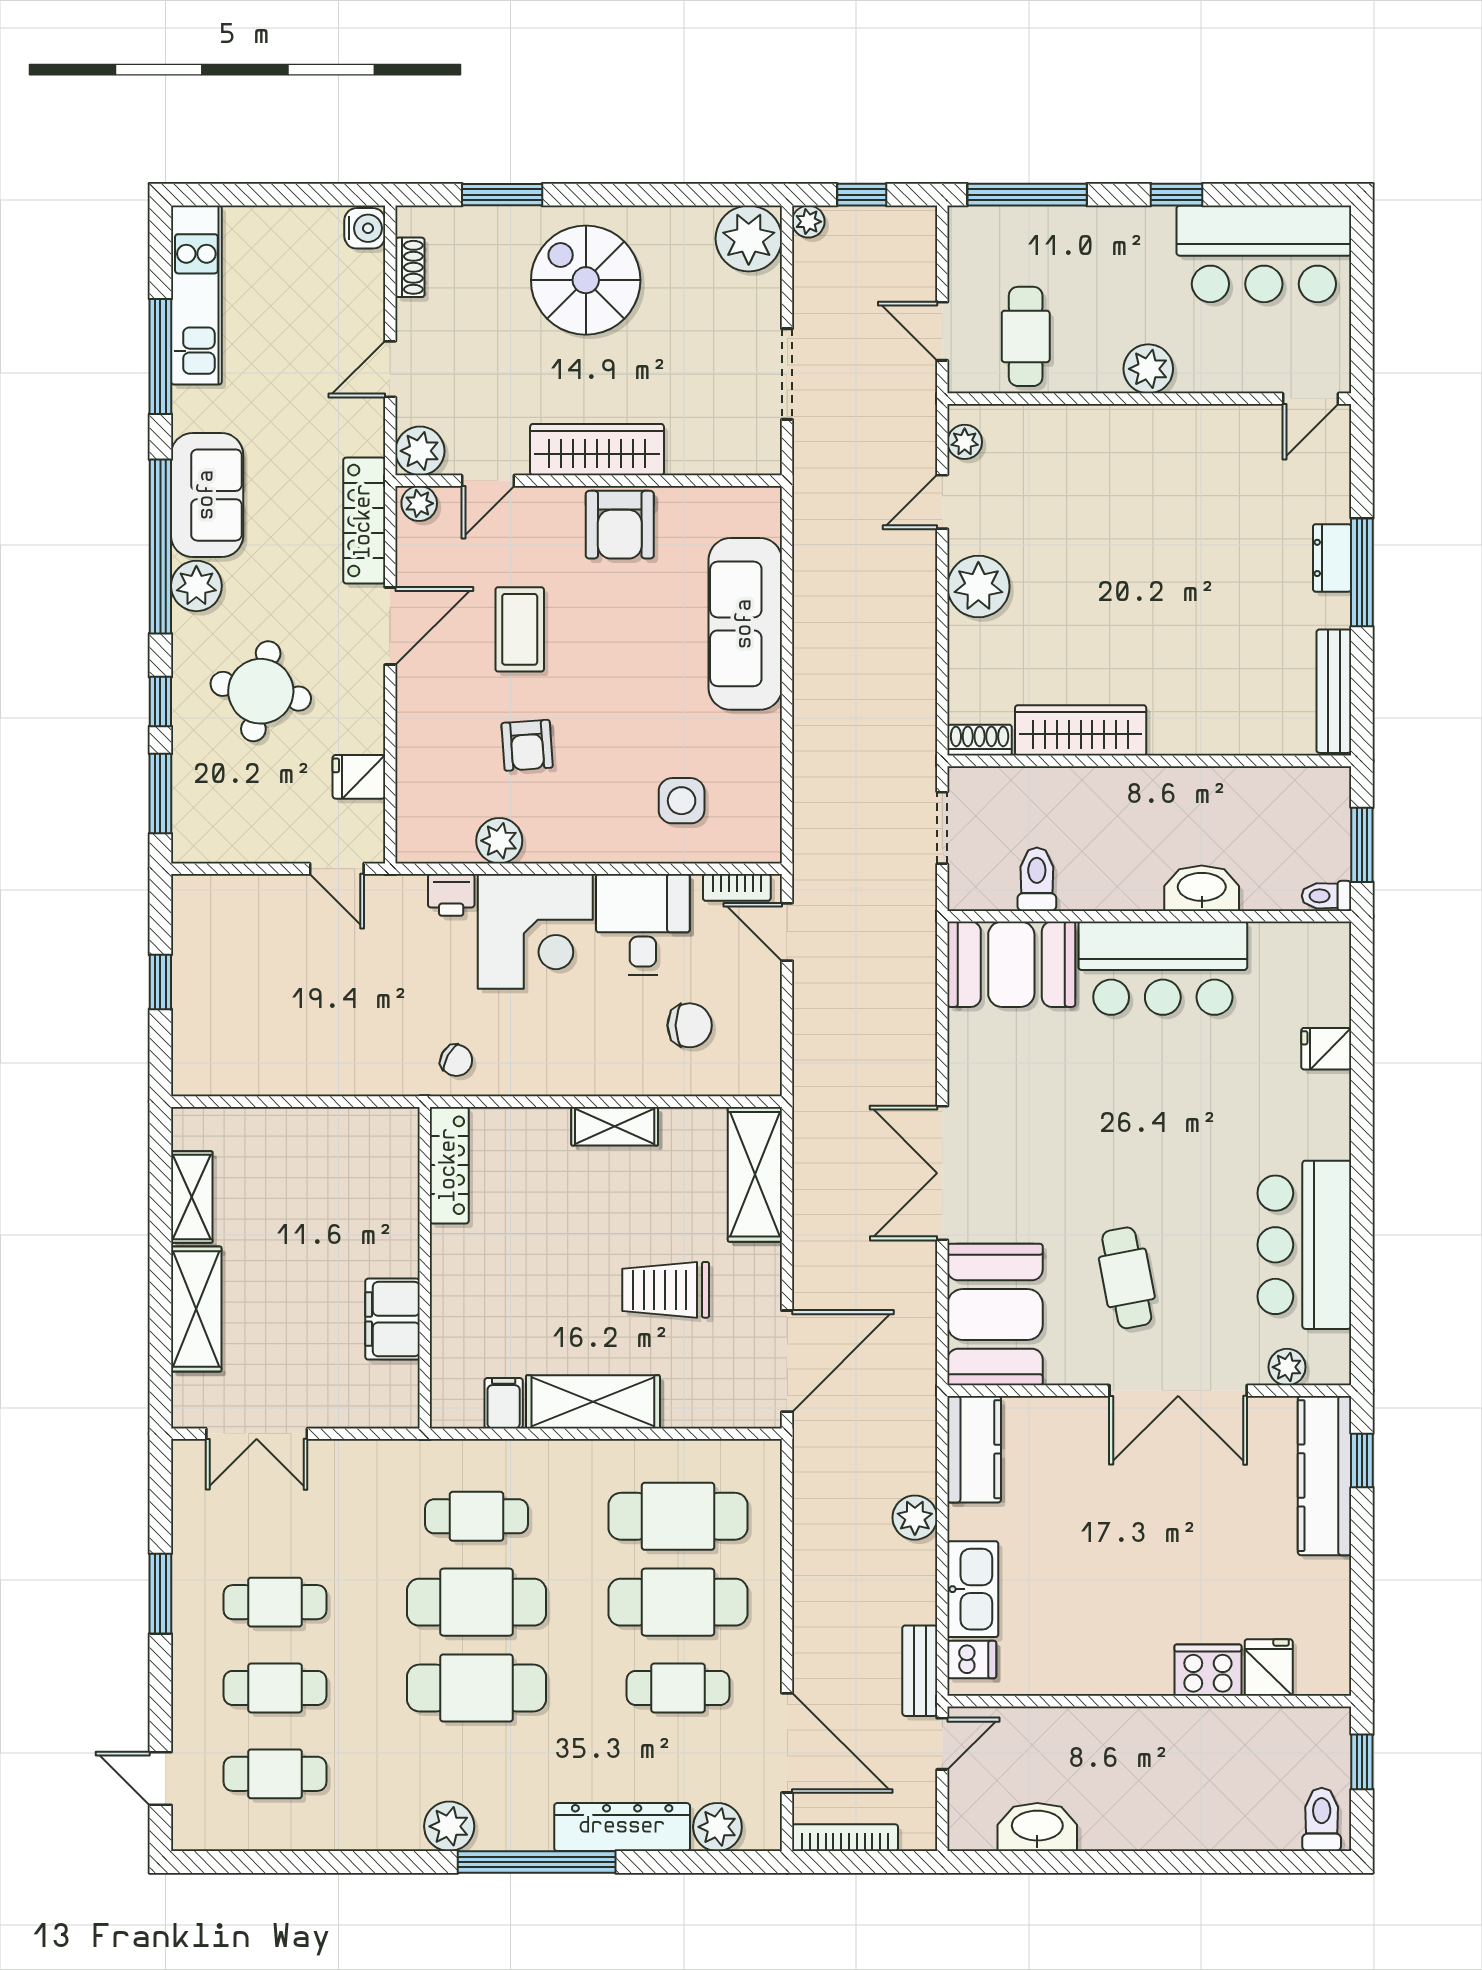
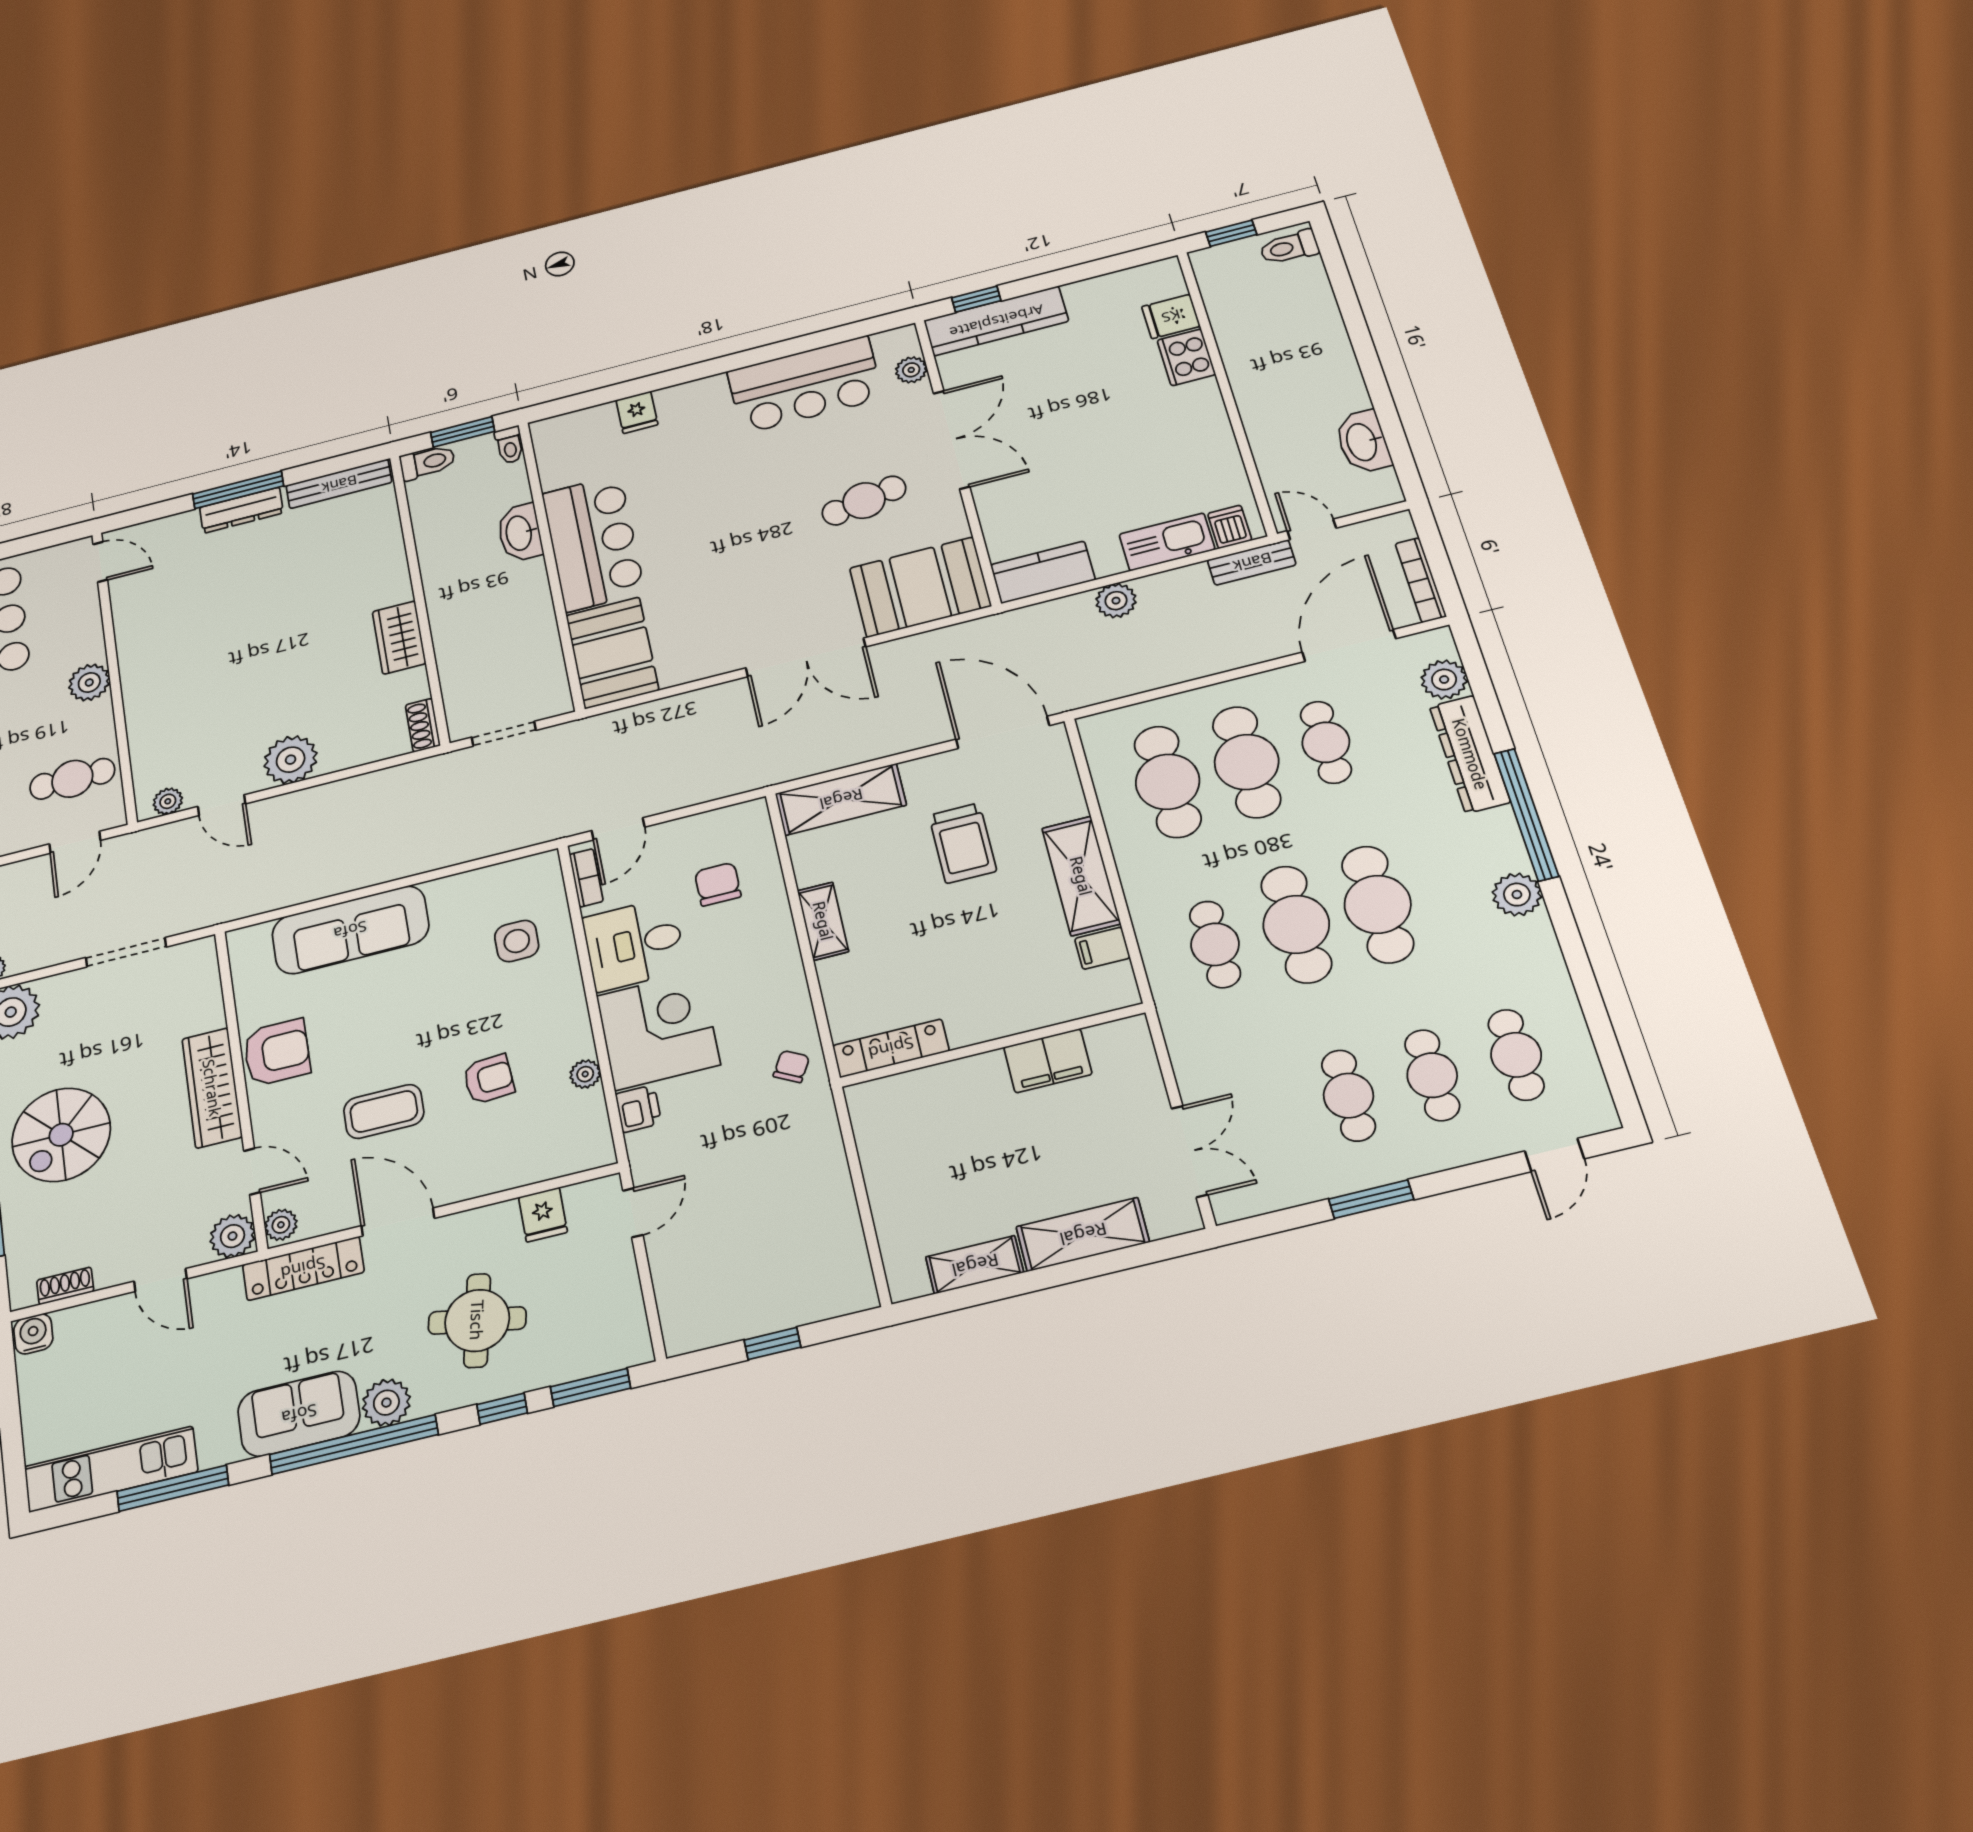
dresser: (1332, 558) -> (241, 510), width x1.44
wardrobe: (1081, 730) -> (399, 638), width x0.67
plant: (499, 841) -> (585, 1074), width x0.73, depth x0.73
toilet: (1037, 879) -> (427, 462), moved, turned 180

